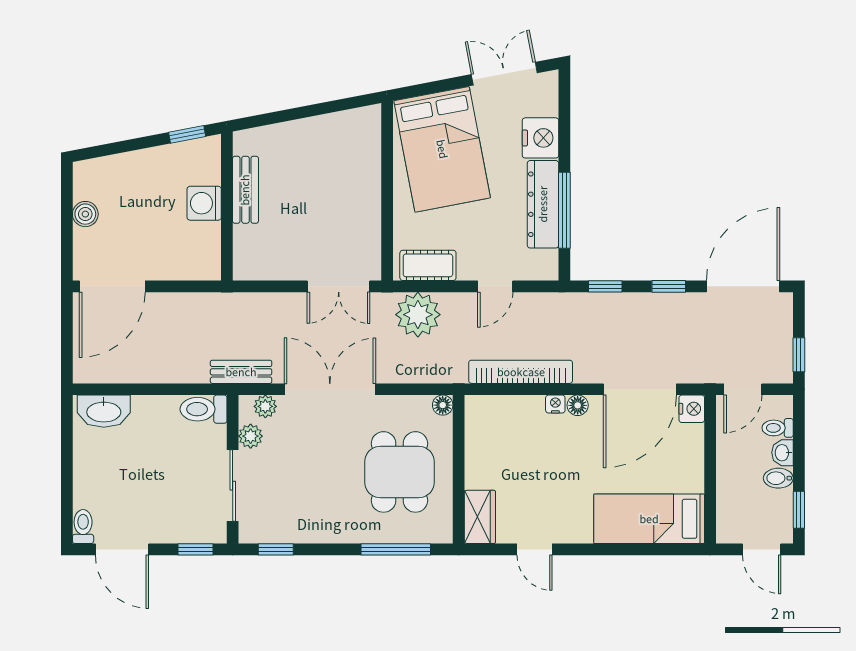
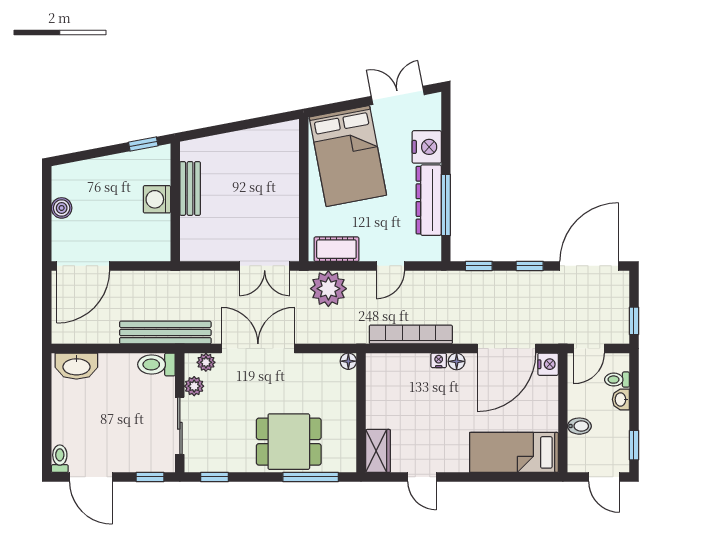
bench: (241, 372) -> (165, 333), width x1.86, depth x1.21
dining table: (399, 472) -> (289, 442), moved, turned 90
bidet: (778, 478) -> (579, 426), moved, turned 180

